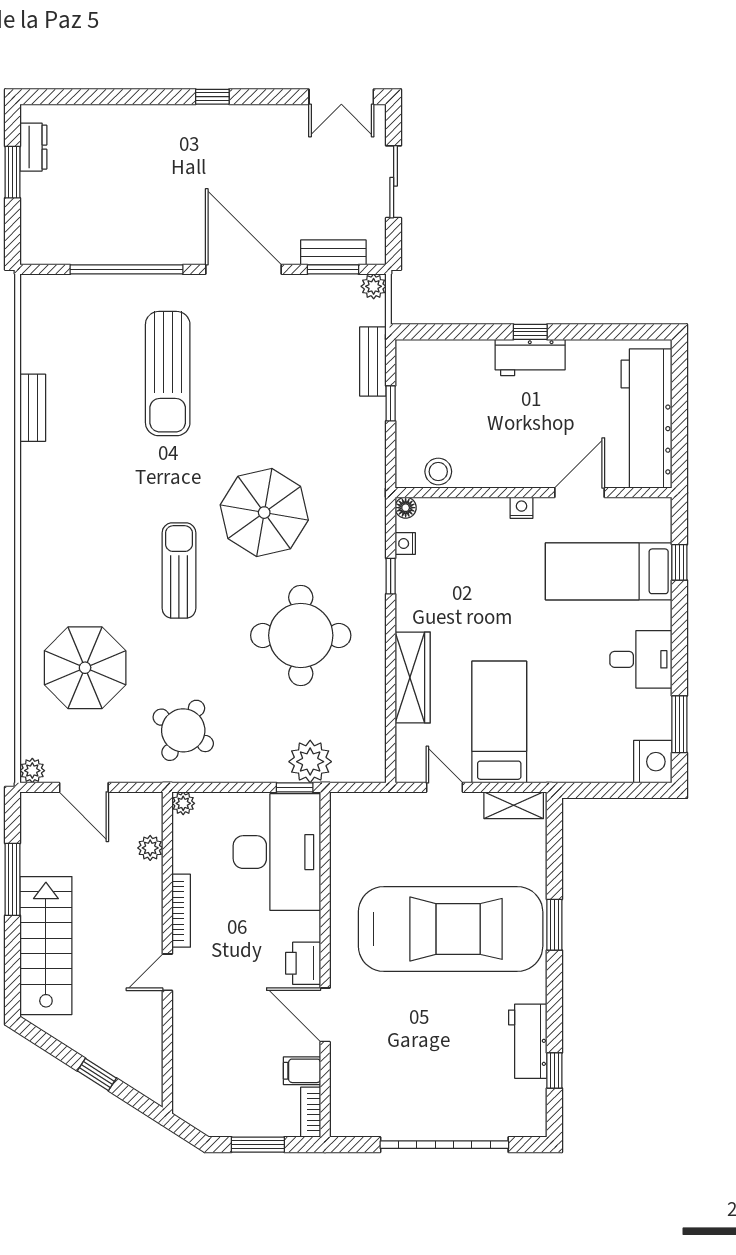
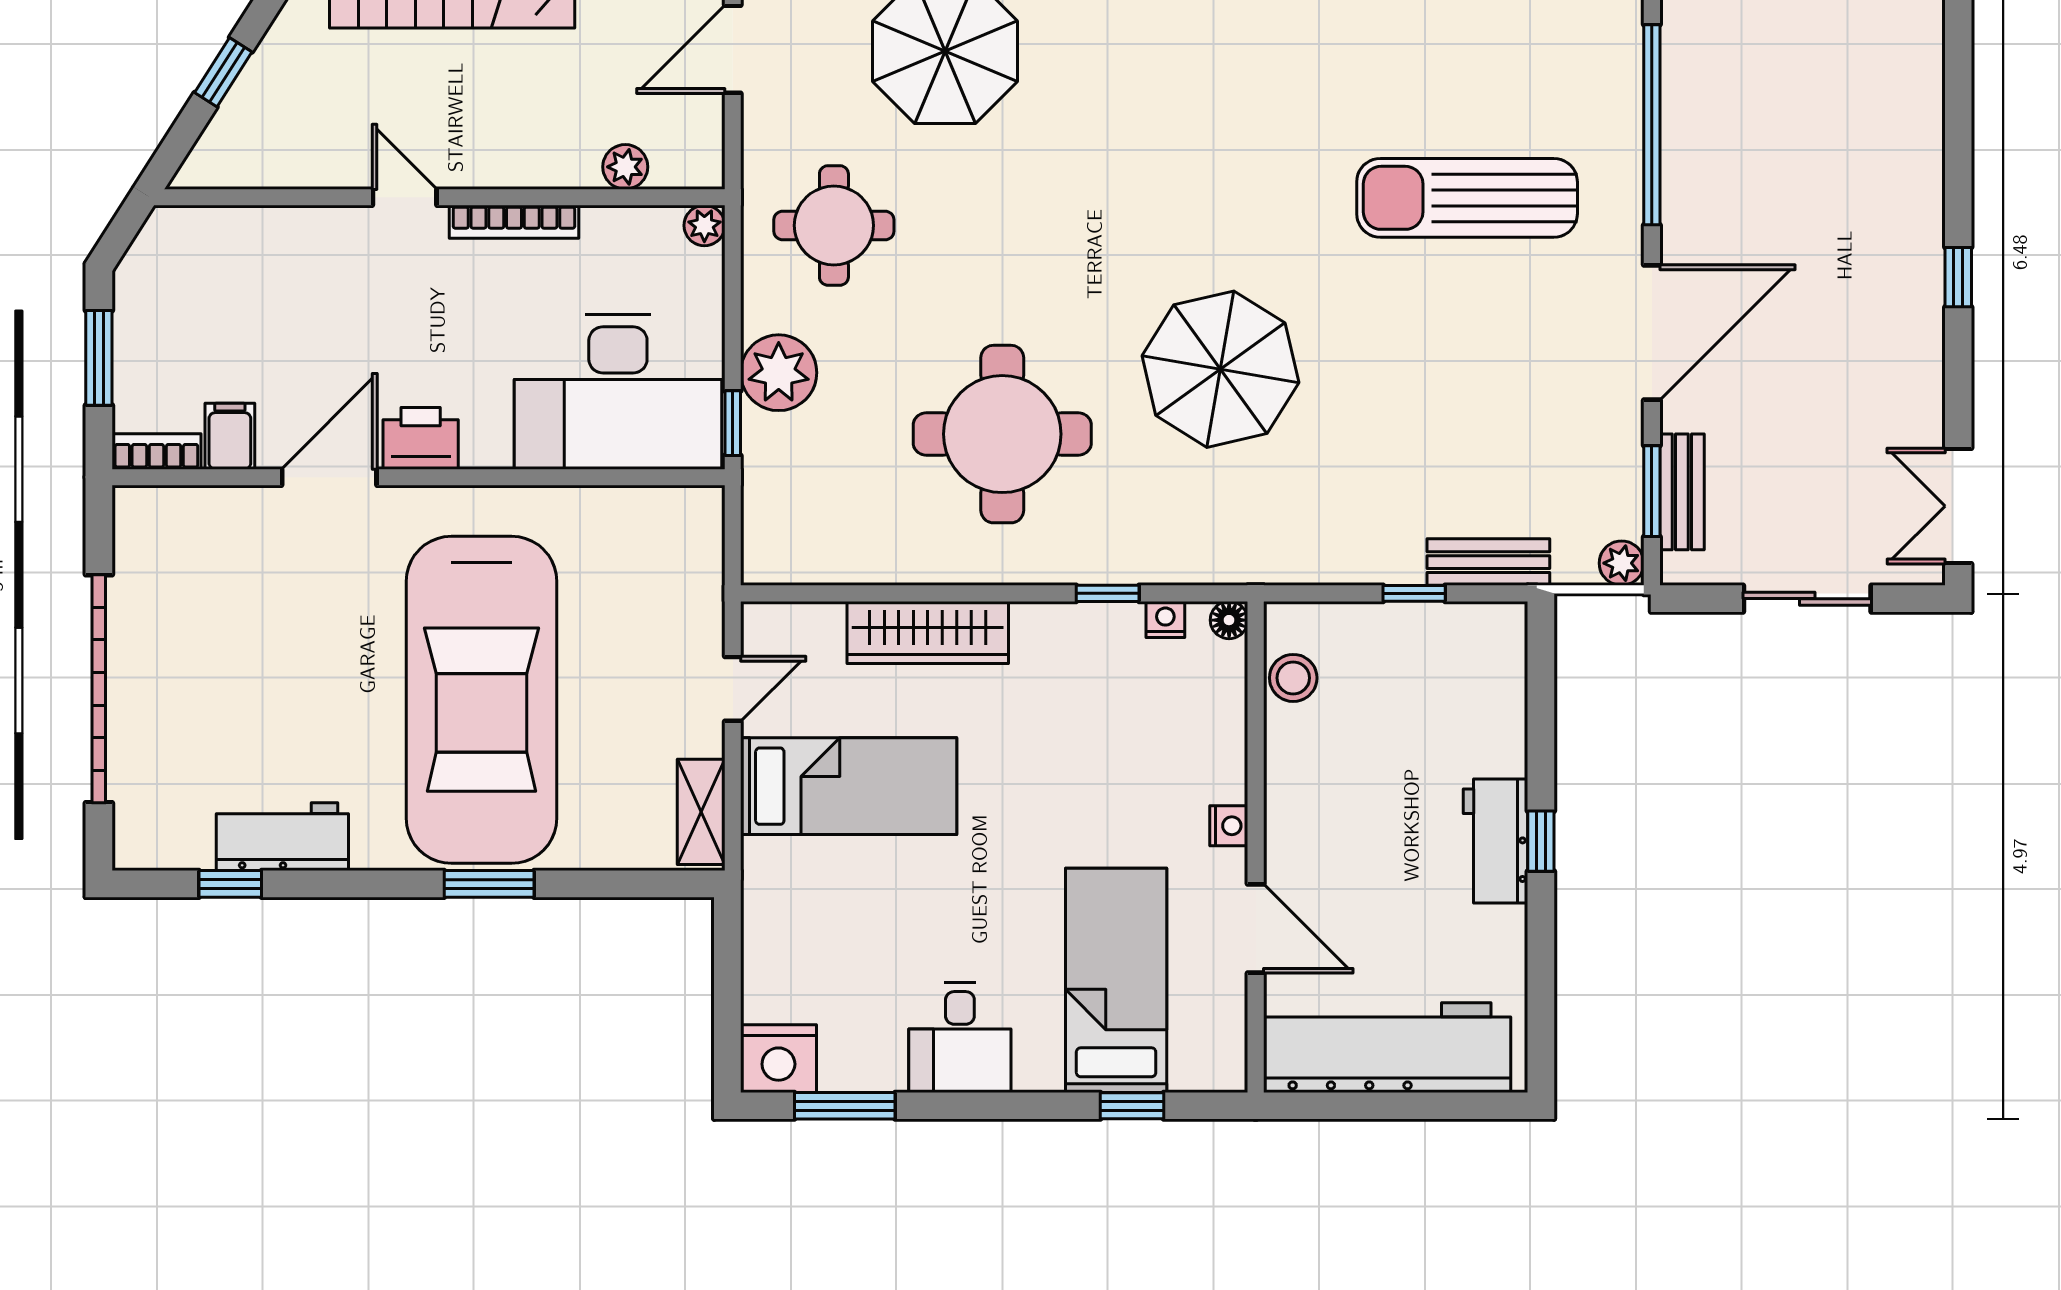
sun lounger: (179, 571) -> (1117, 218), removed
round table: (183, 730) -> (834, 225), turned -31
plant: (310, 762) -> (779, 373), moved

